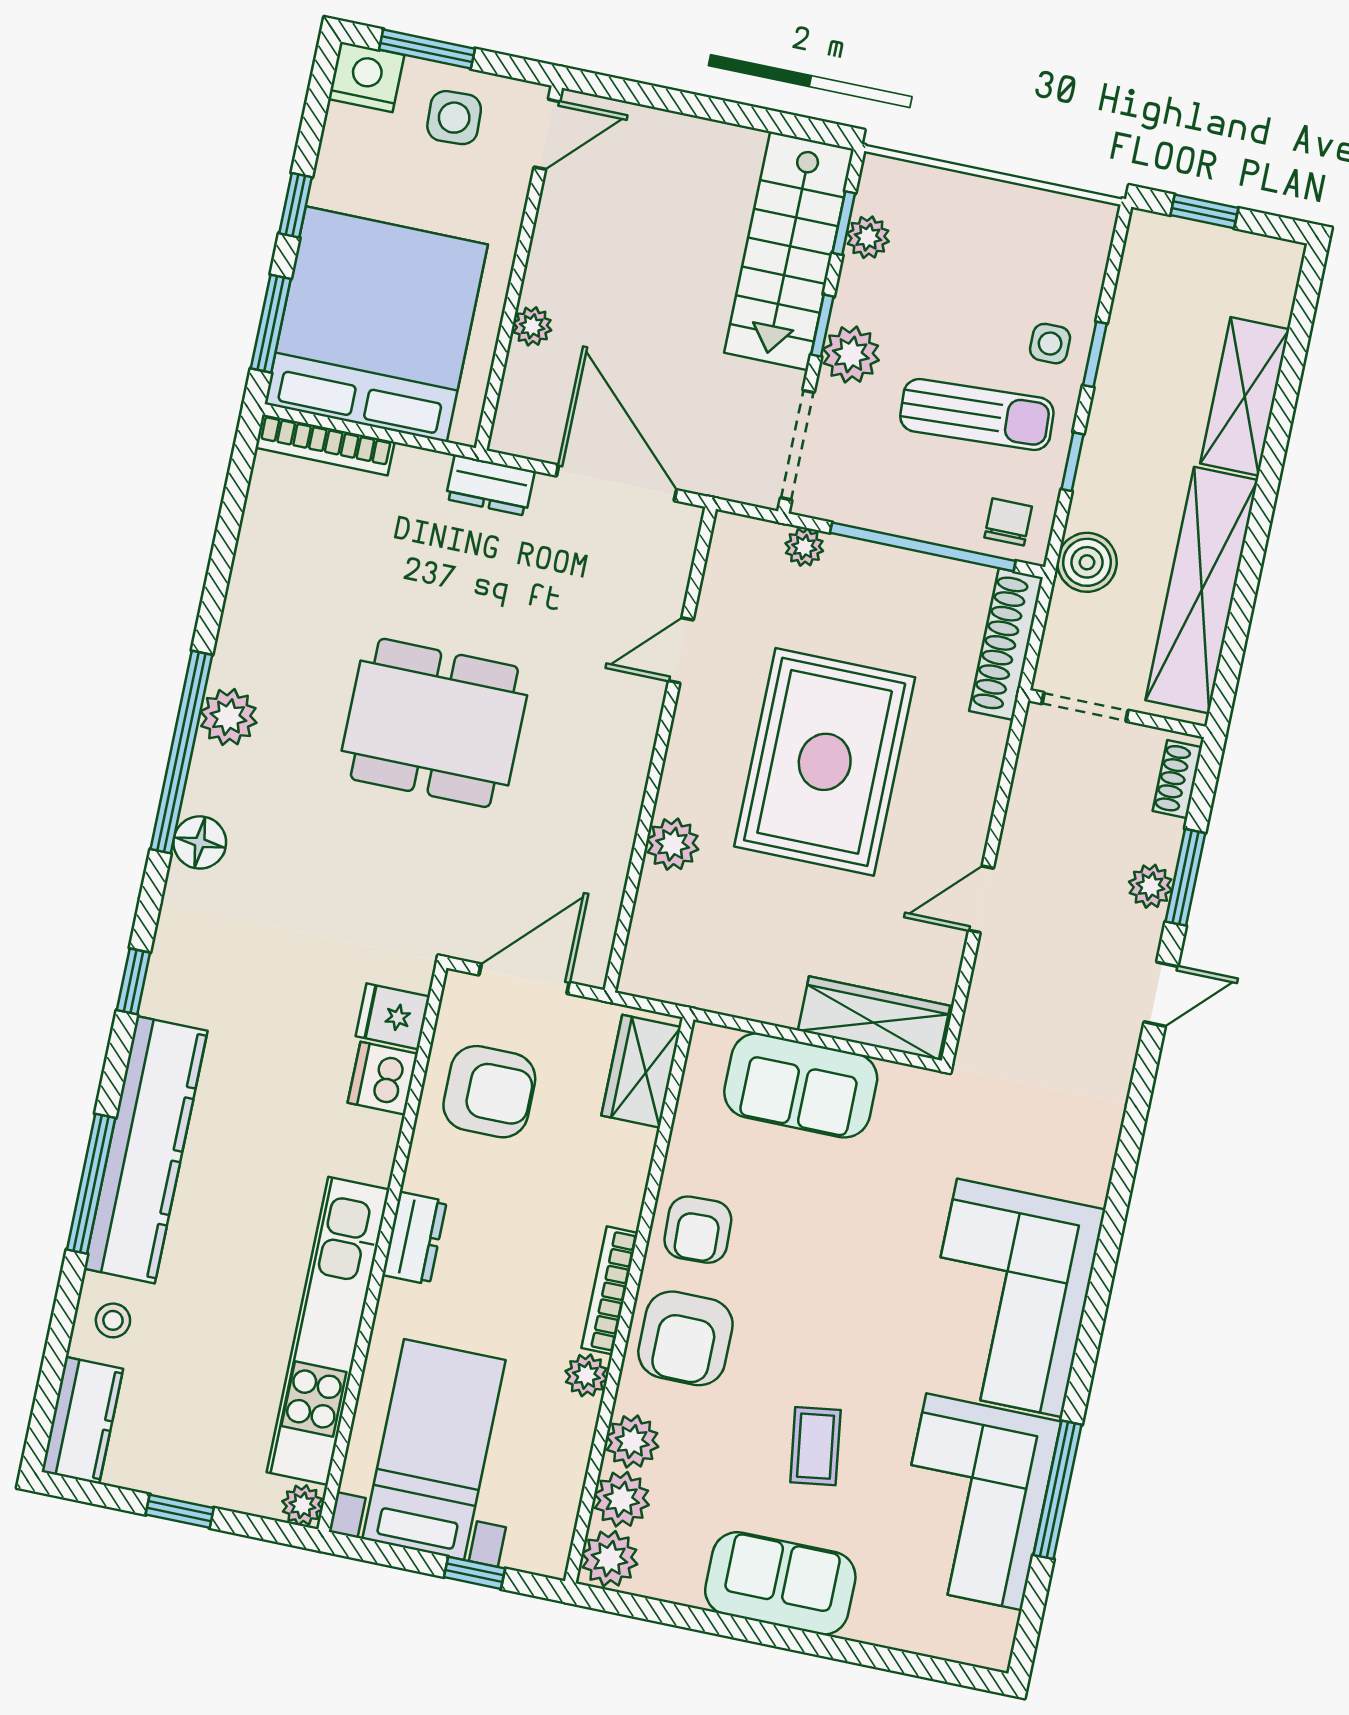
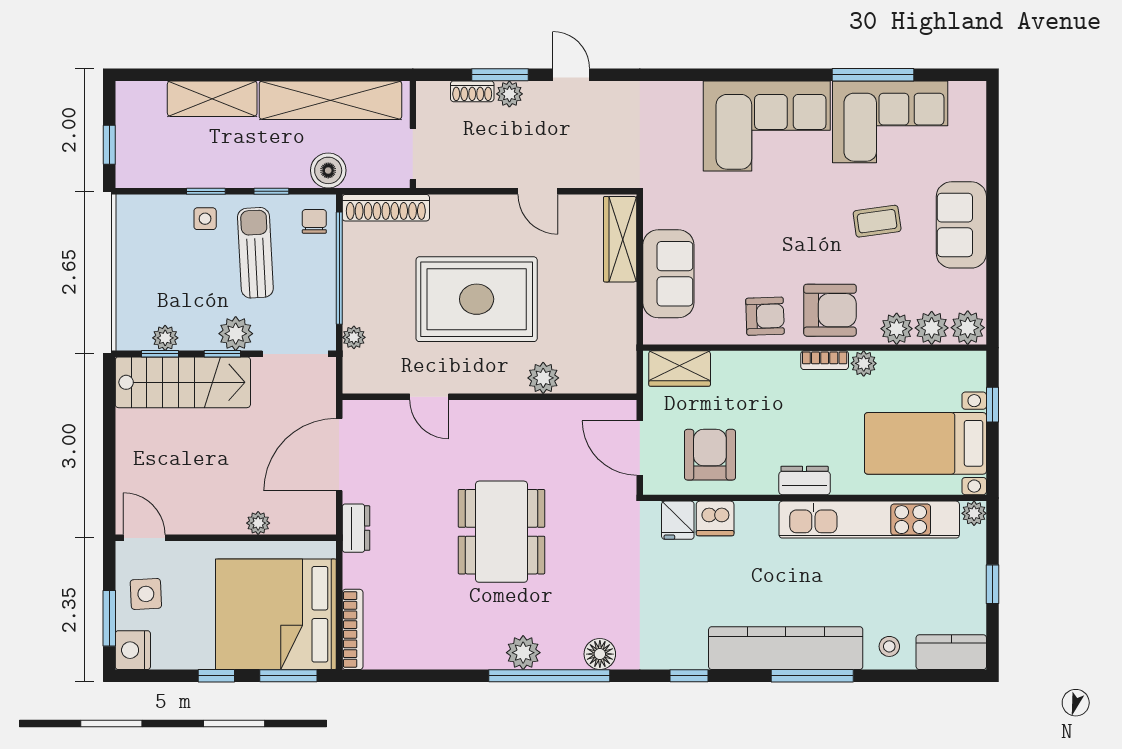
chair: (1008, 522) -> (314, 221), turned 90
shoe rack: (1177, 779) -> (472, 91), moved
bookcase: (610, 1290) -> (825, 360), width x0.64

